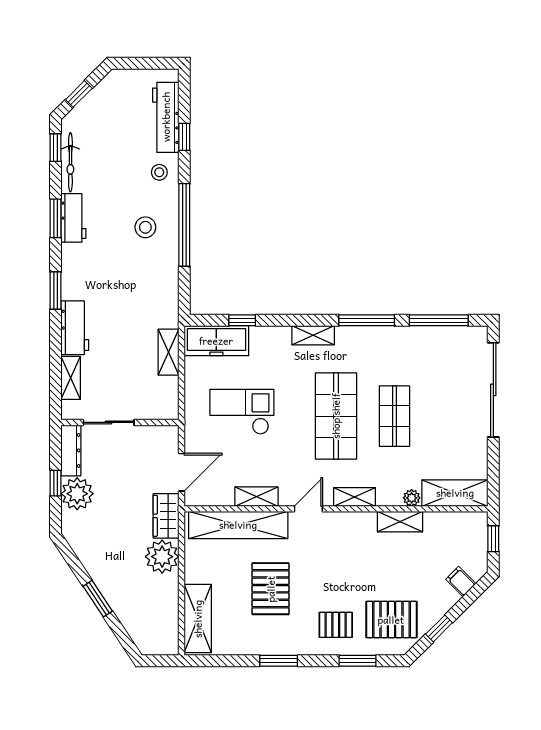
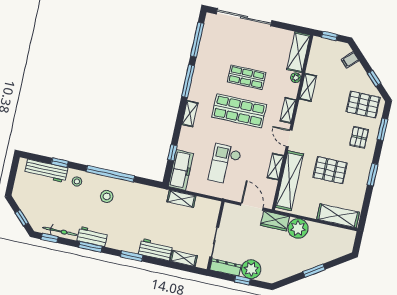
pallet: (391, 620) -> (363, 105), turned 90

